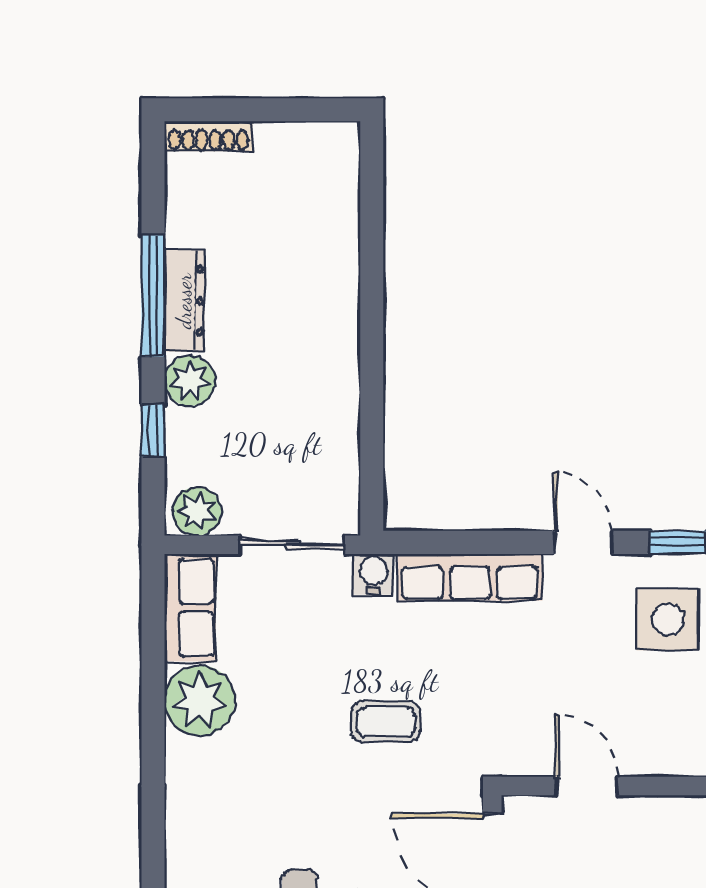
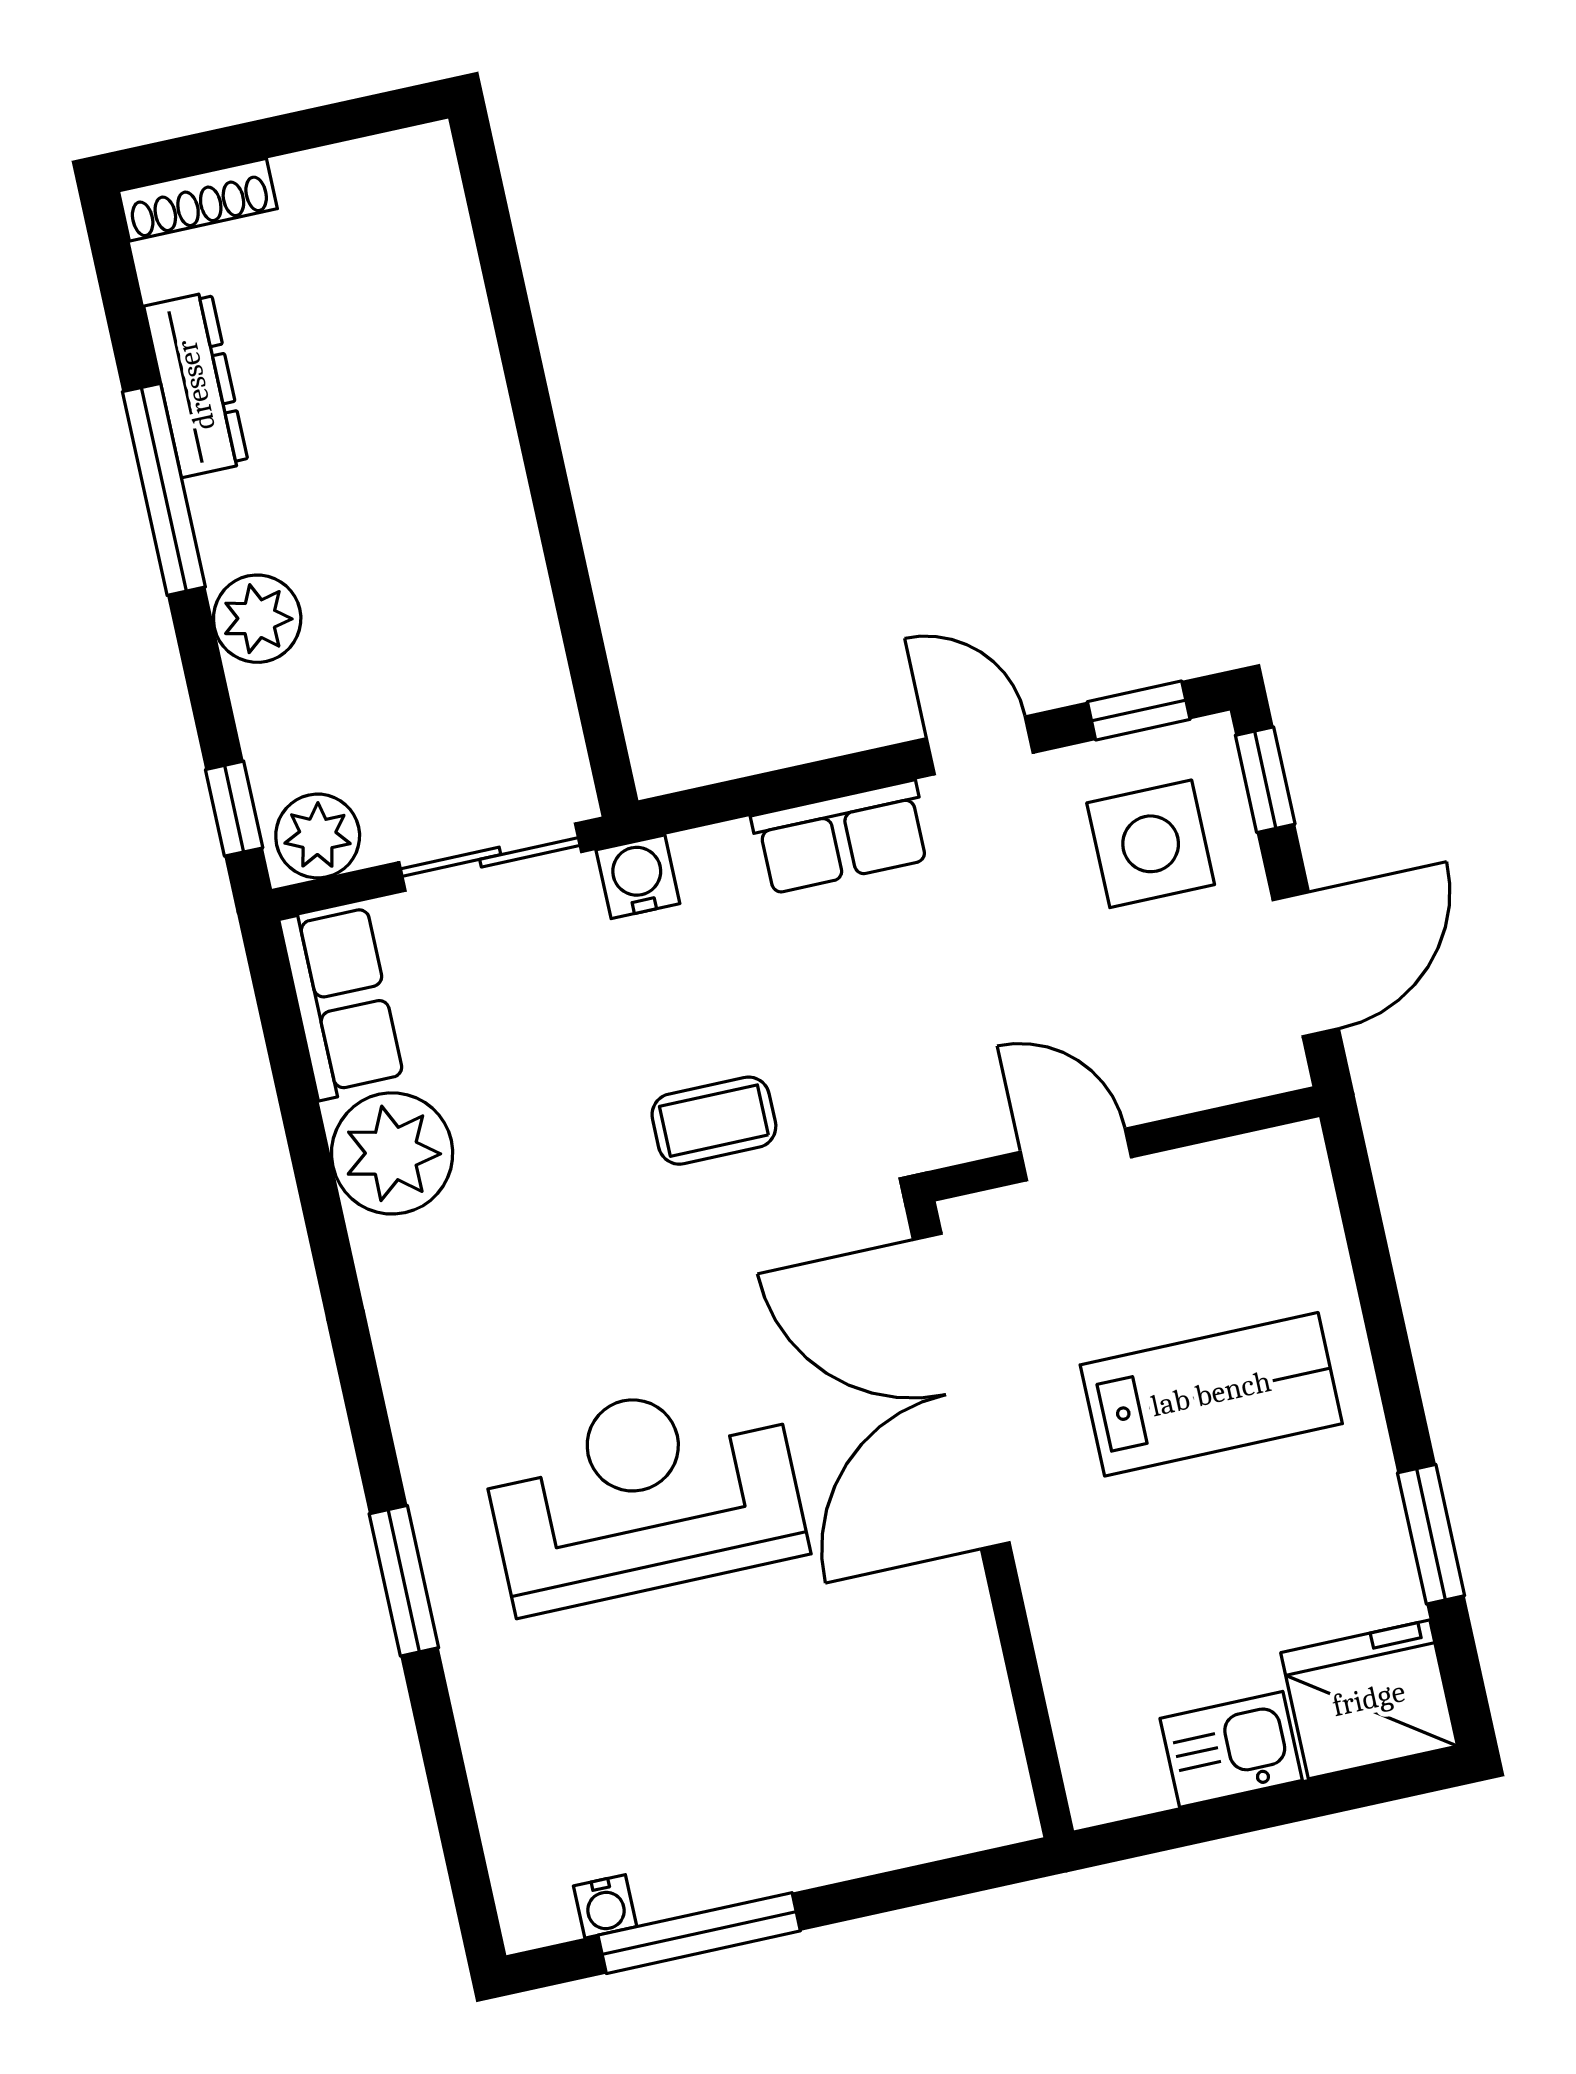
dresser: (184, 301) -> (196, 385), moved
window: (153, 430) -> (234, 809), moved
row of seats: (470, 577) -> (841, 837), width x0.68

